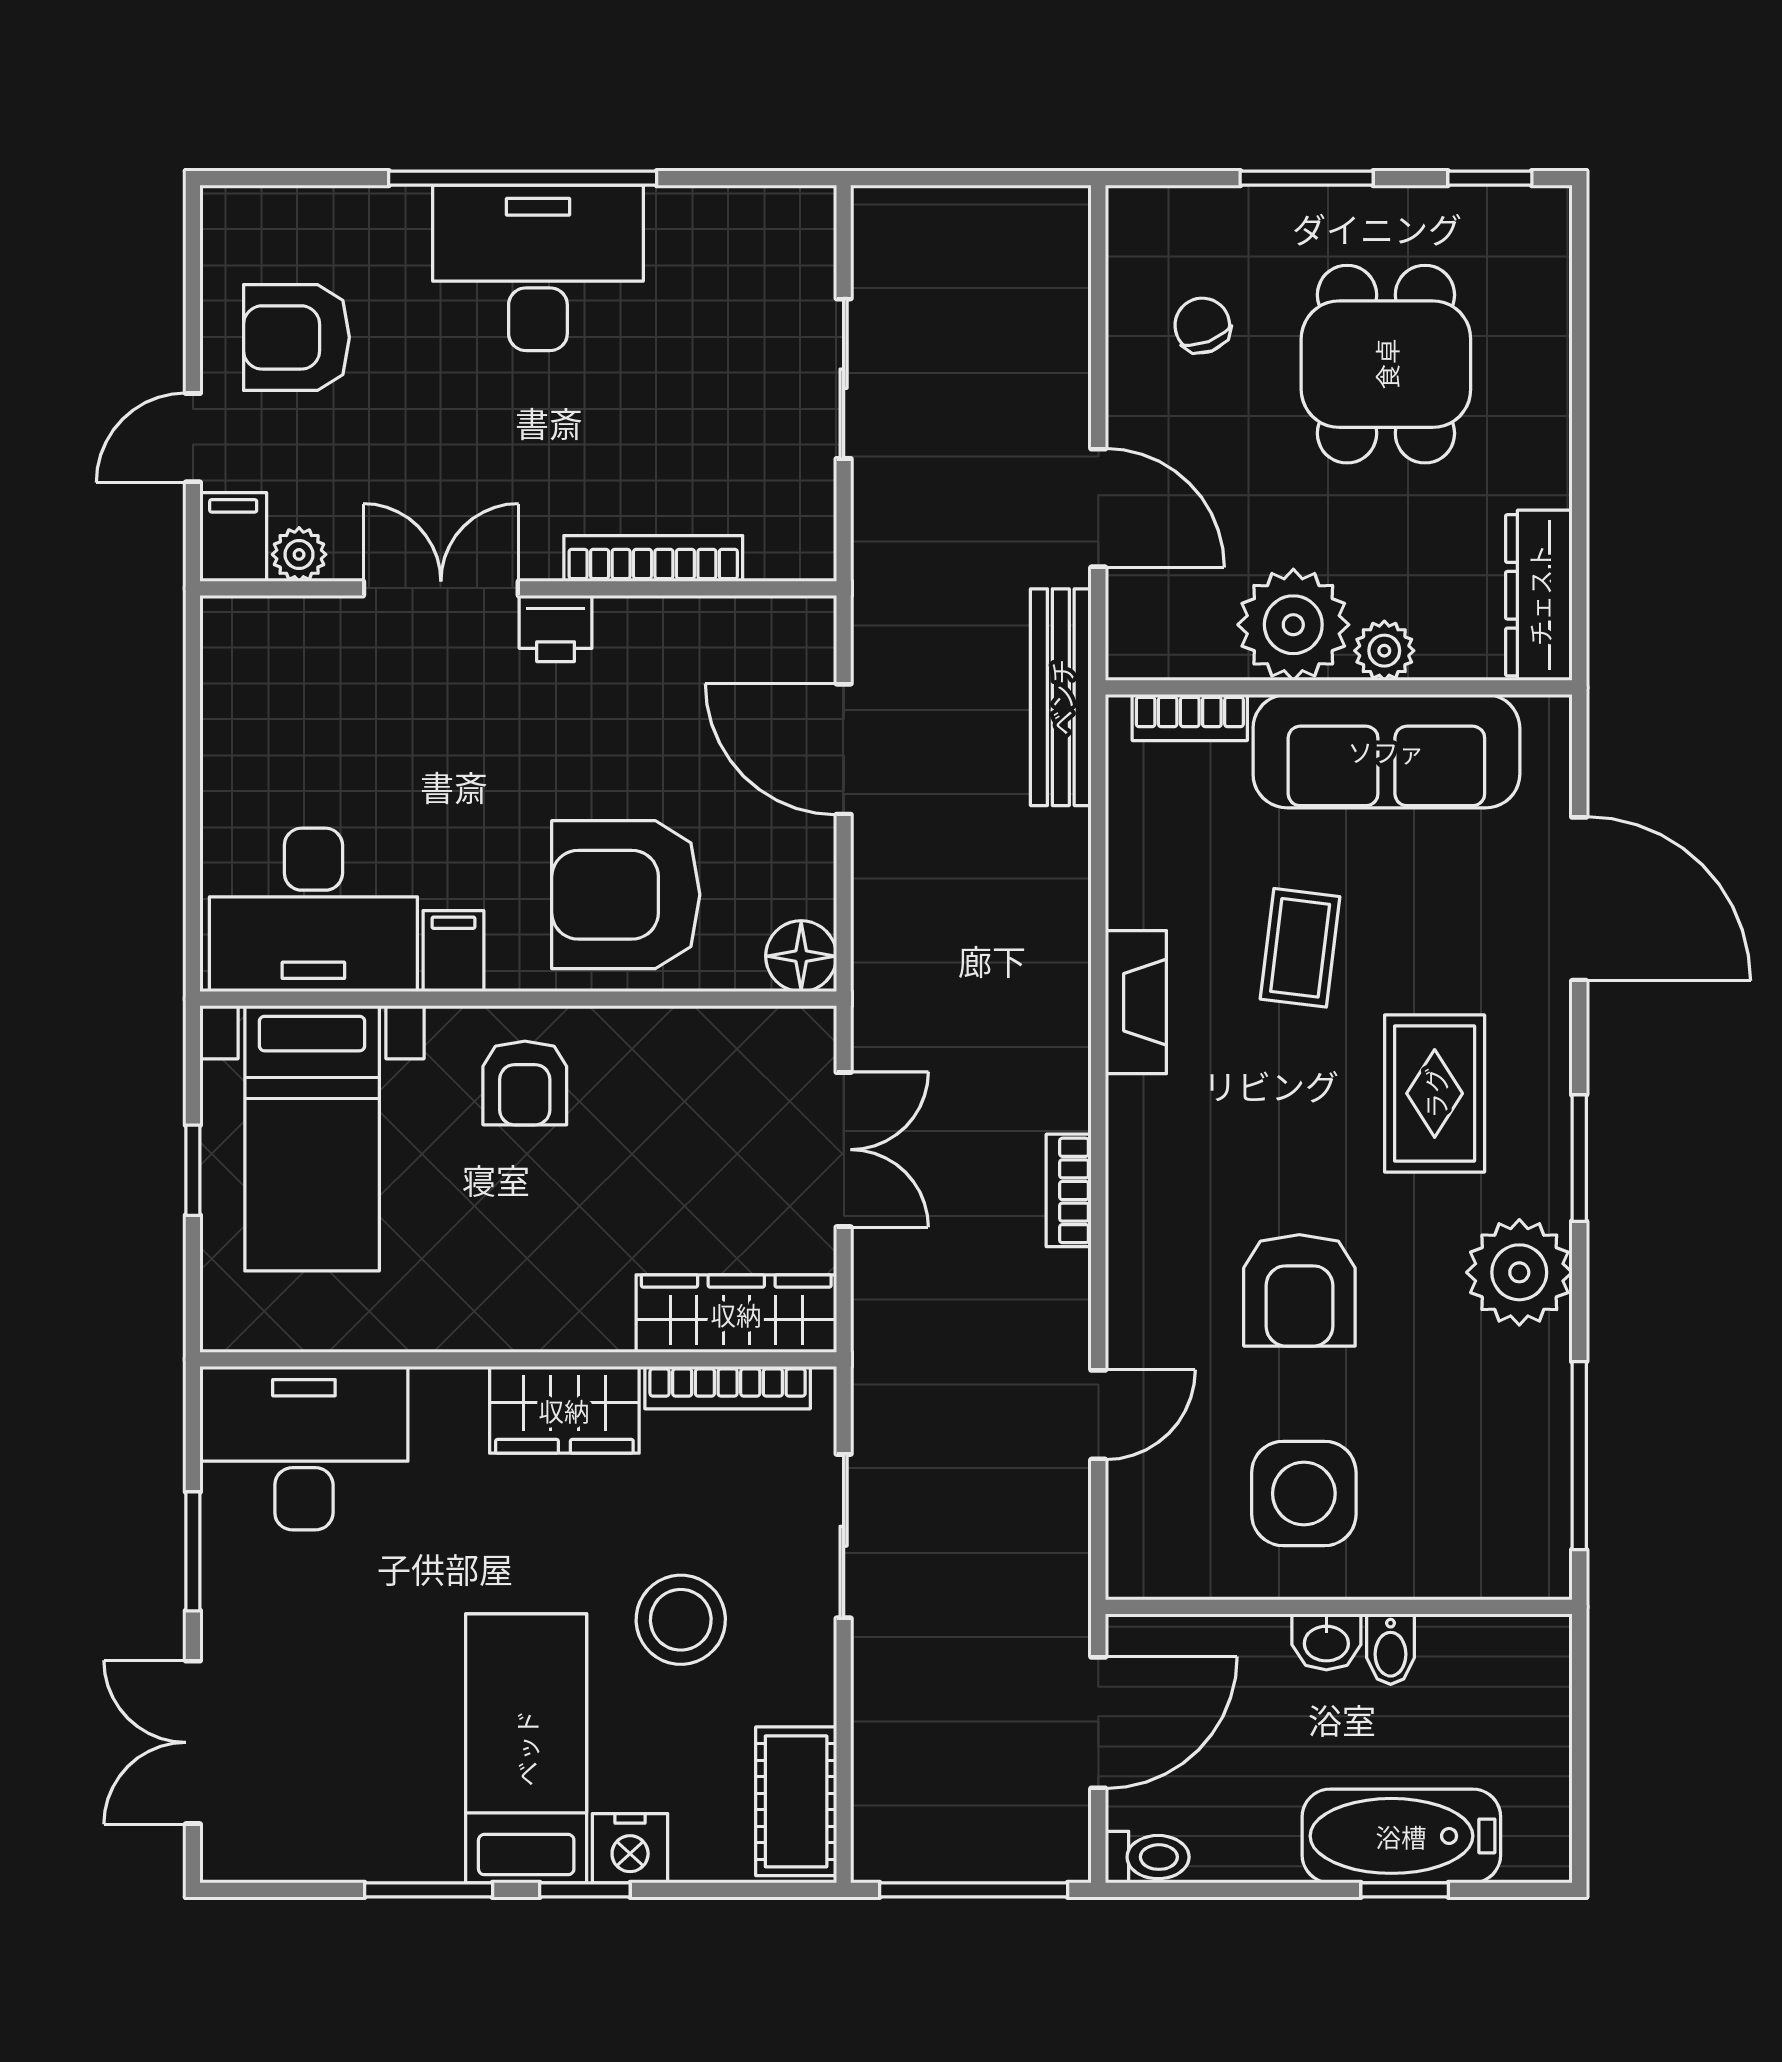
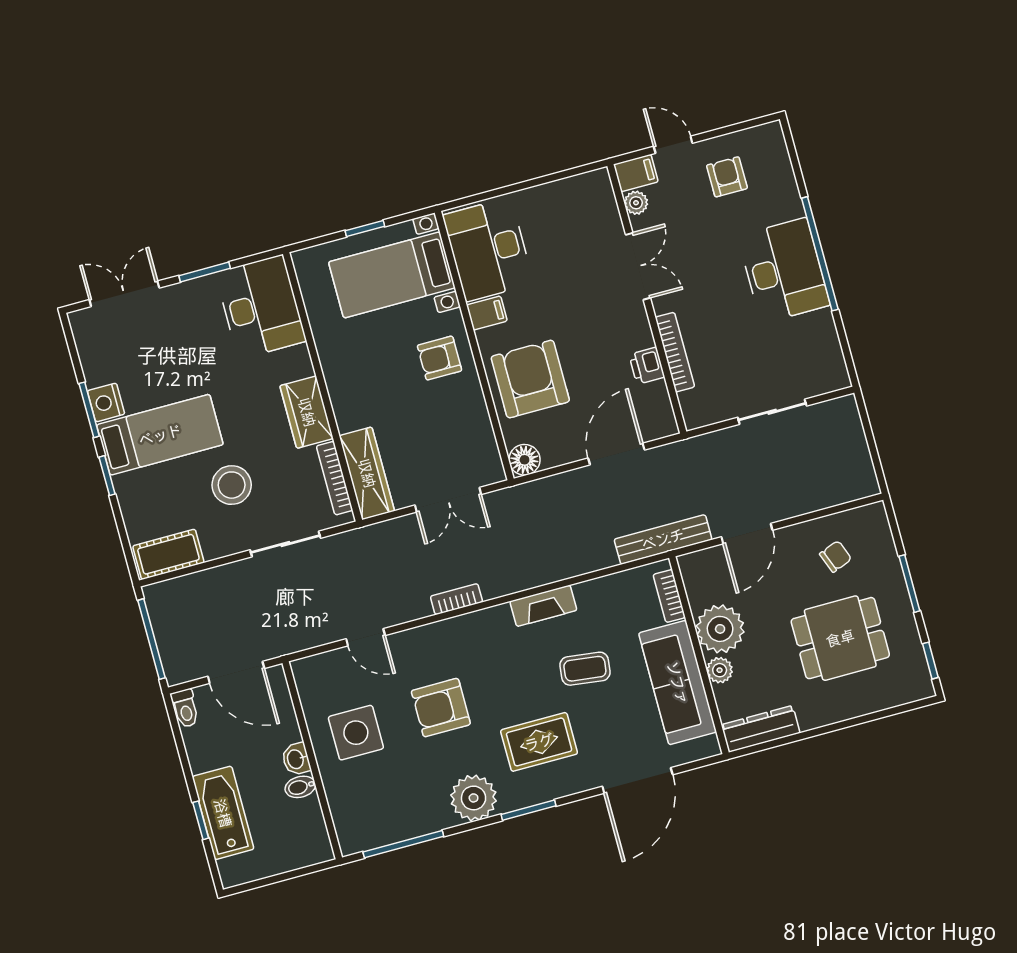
armchair: (296, 337) -> (727, 177), width x0.72, depth x0.72
printer: (556, 629) -> (647, 366), moved
nightstand: (630, 1848) -> (106, 402), moved

